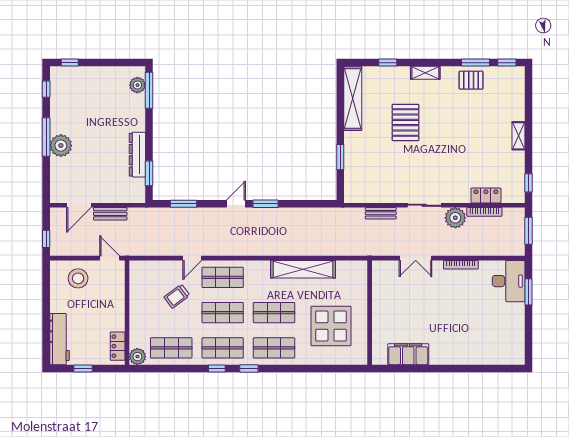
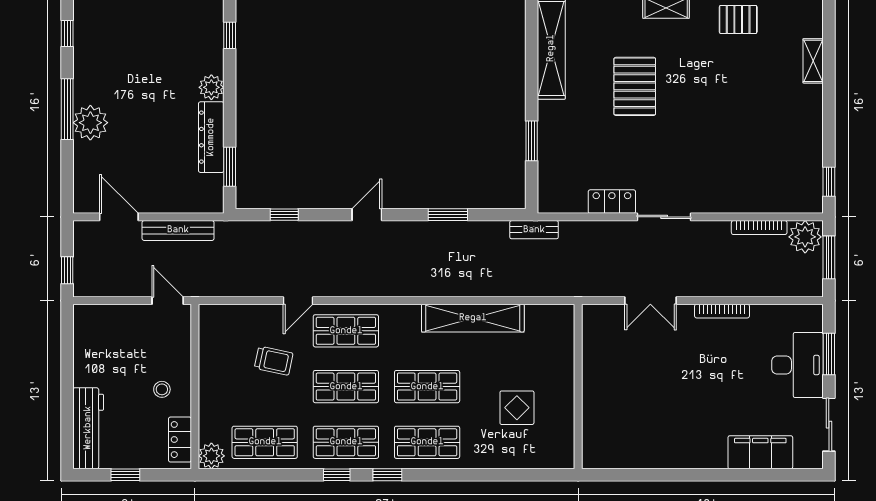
plant: (137, 85) -> (211, 87), moved
window: (149, 90) -> (230, 35), width x0.46
shelving: (518, 136) -> (813, 61), moved
locker: (486, 195) -> (612, 202), moved
window: (184, 204) -> (284, 215), width x0.67
window: (265, 204) -> (448, 215), moved
door: (79, 205) -> (119, 217), swing flipped
bench: (381, 213) -> (534, 230), moved
bench: (110, 214) -> (178, 230), width x1.36
plant: (455, 218) -> (805, 237), moved
stool: (78, 278) -> (162, 389), moved, width x0.53, depth x0.53
desk: (509, 281) -> (797, 365), moved
trolley: (177, 296) -> (274, 361), turned -131
display table: (331, 326) -> (517, 408), width x0.54, depth x0.54
sliding door: (529, 337) -> (829, 425), added
filing cabinet: (408, 354) -> (760, 452), moved

